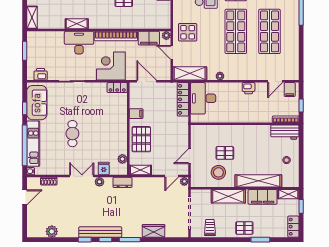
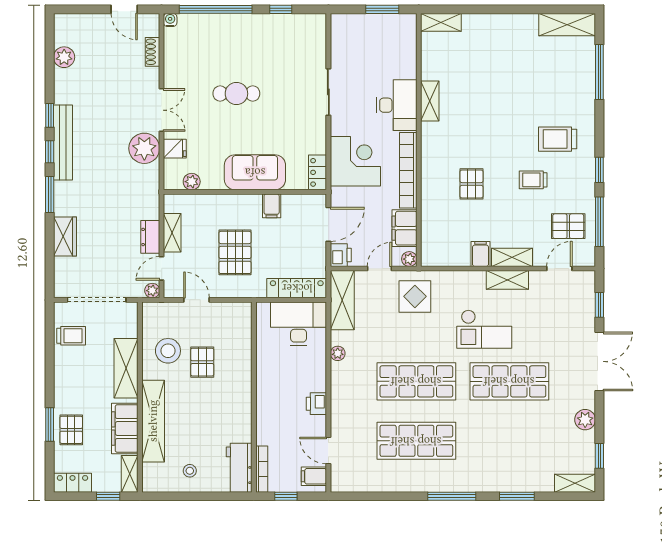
printer: (41, 74) -> (341, 255), moved
sofa: (37, 103) -> (255, 172), moved, turned 180
pallet: (141, 139) -> (235, 252), moved, turned 90
kitchen unit: (33, 144) -> (219, 25), removed
shelving: (140, 170) -> (172, 233), moved
door: (172, 176) -> (162, 268), hinge flipped
plant: (99, 182) -> (144, 148), width x1.87, depth x1.87
dresser: (122, 182) -> (150, 237), moved
pallet: (244, 228) -> (71, 430), moved

